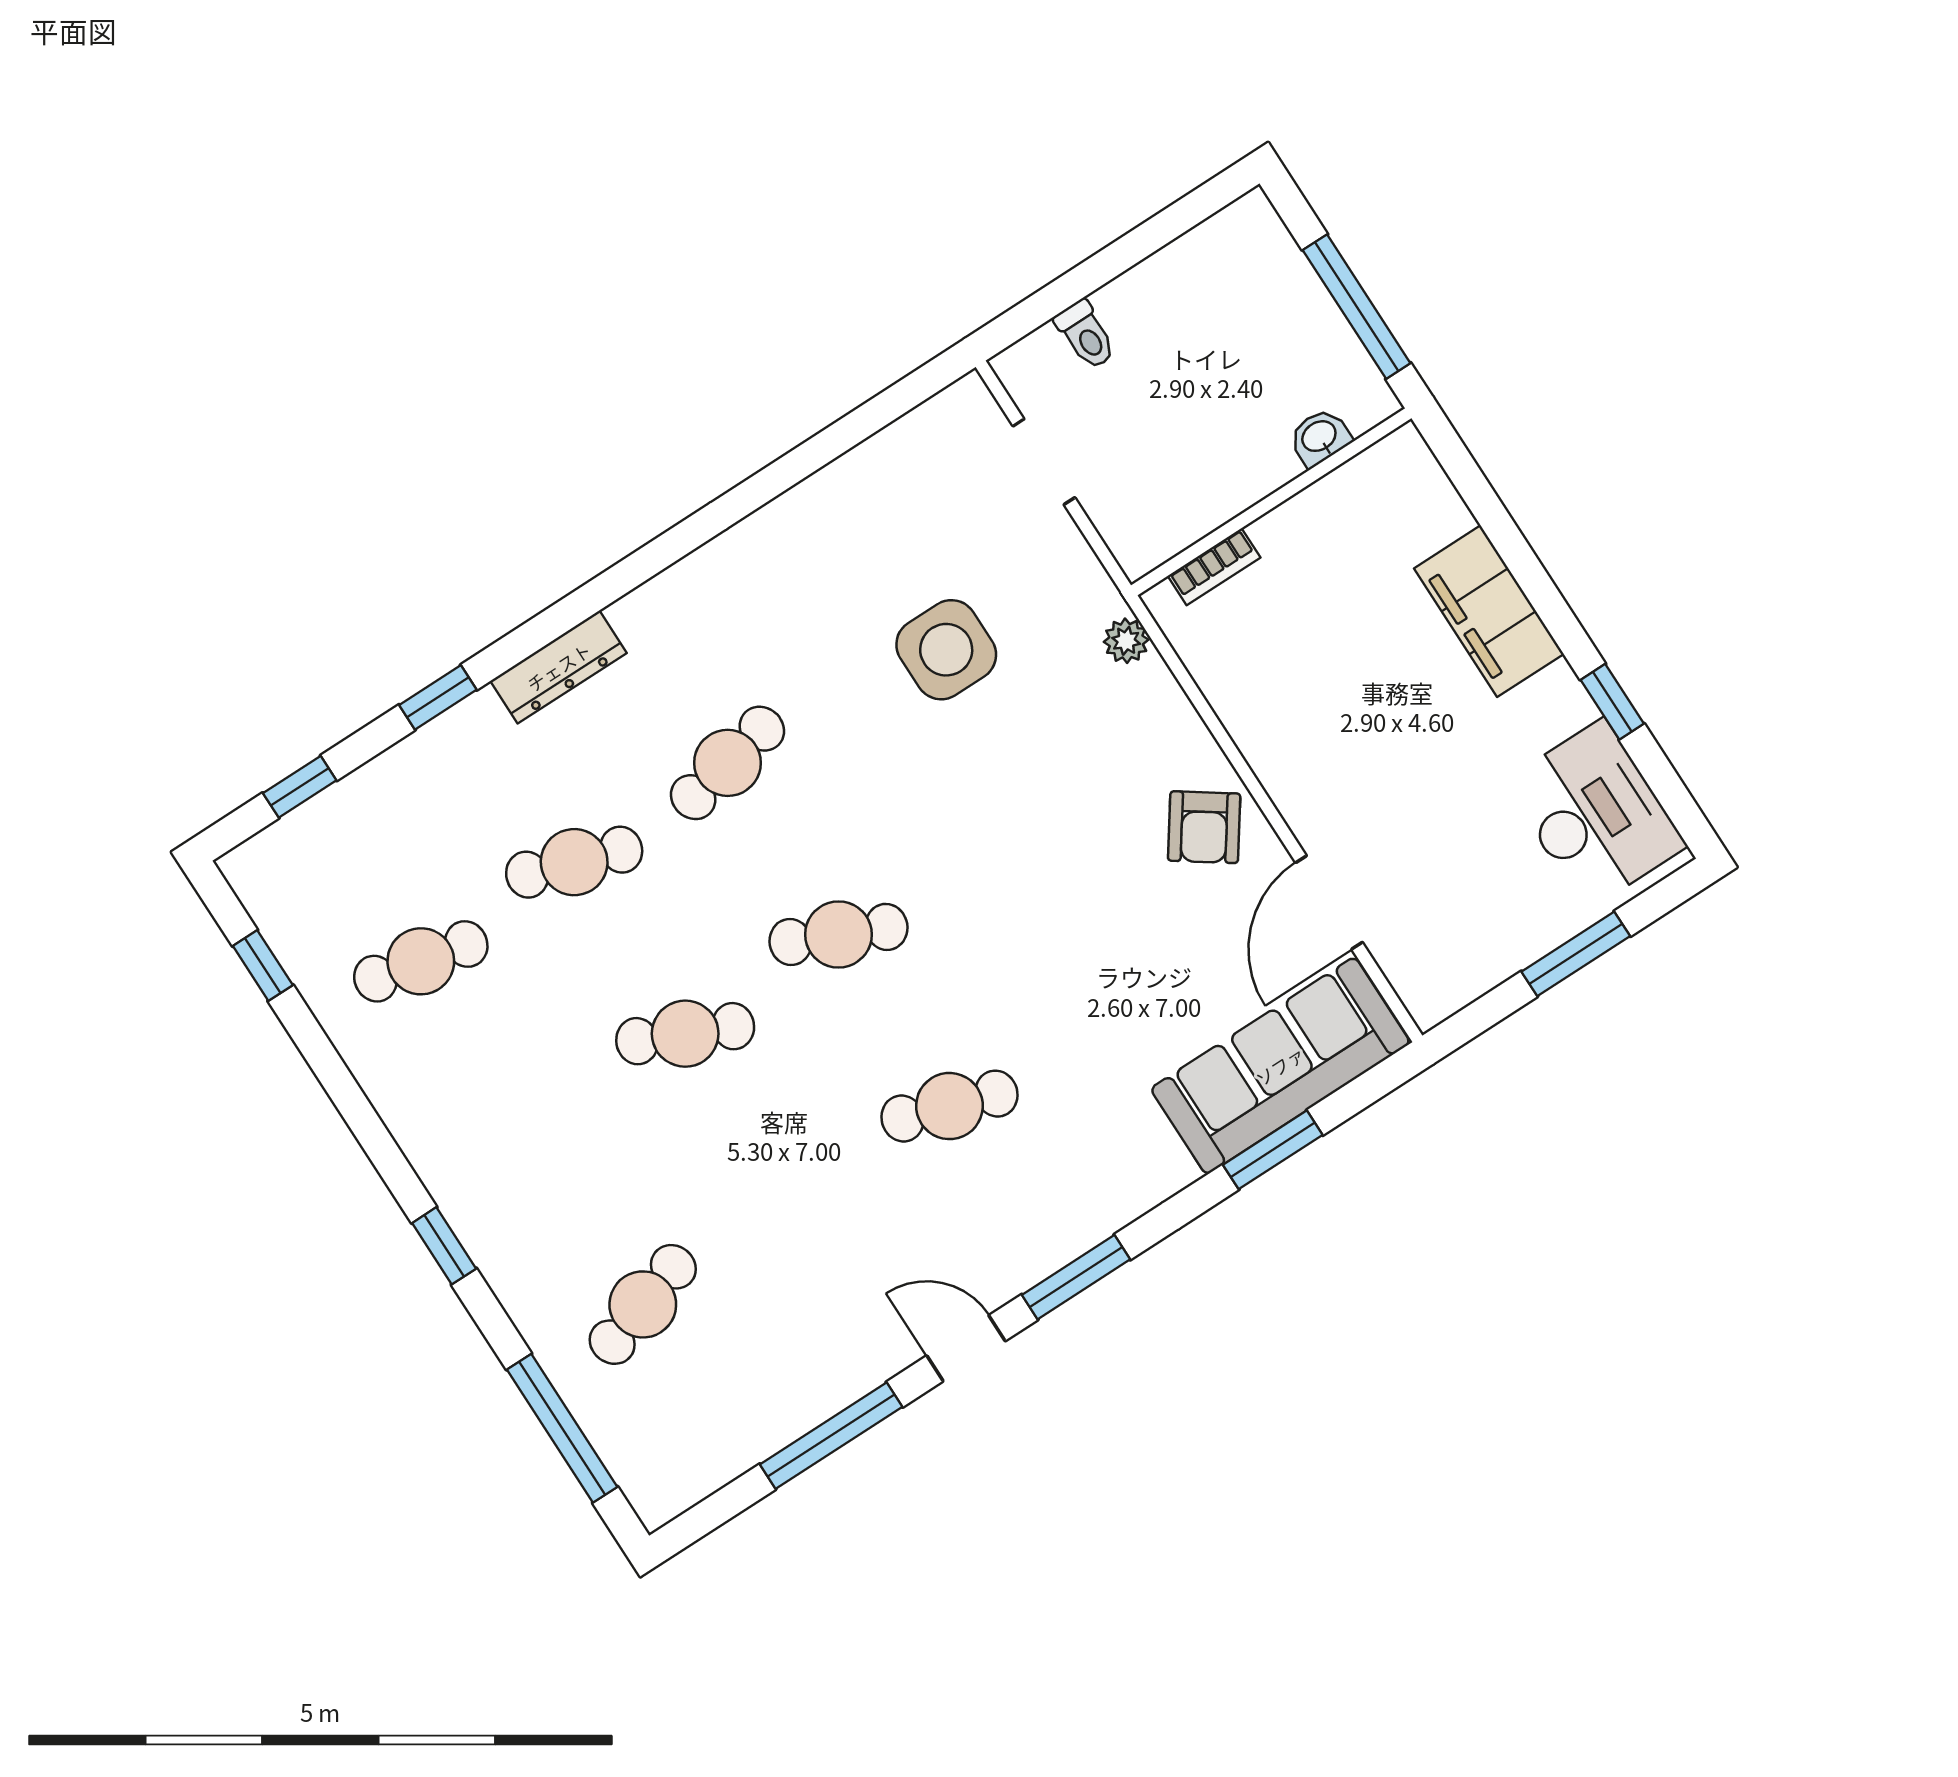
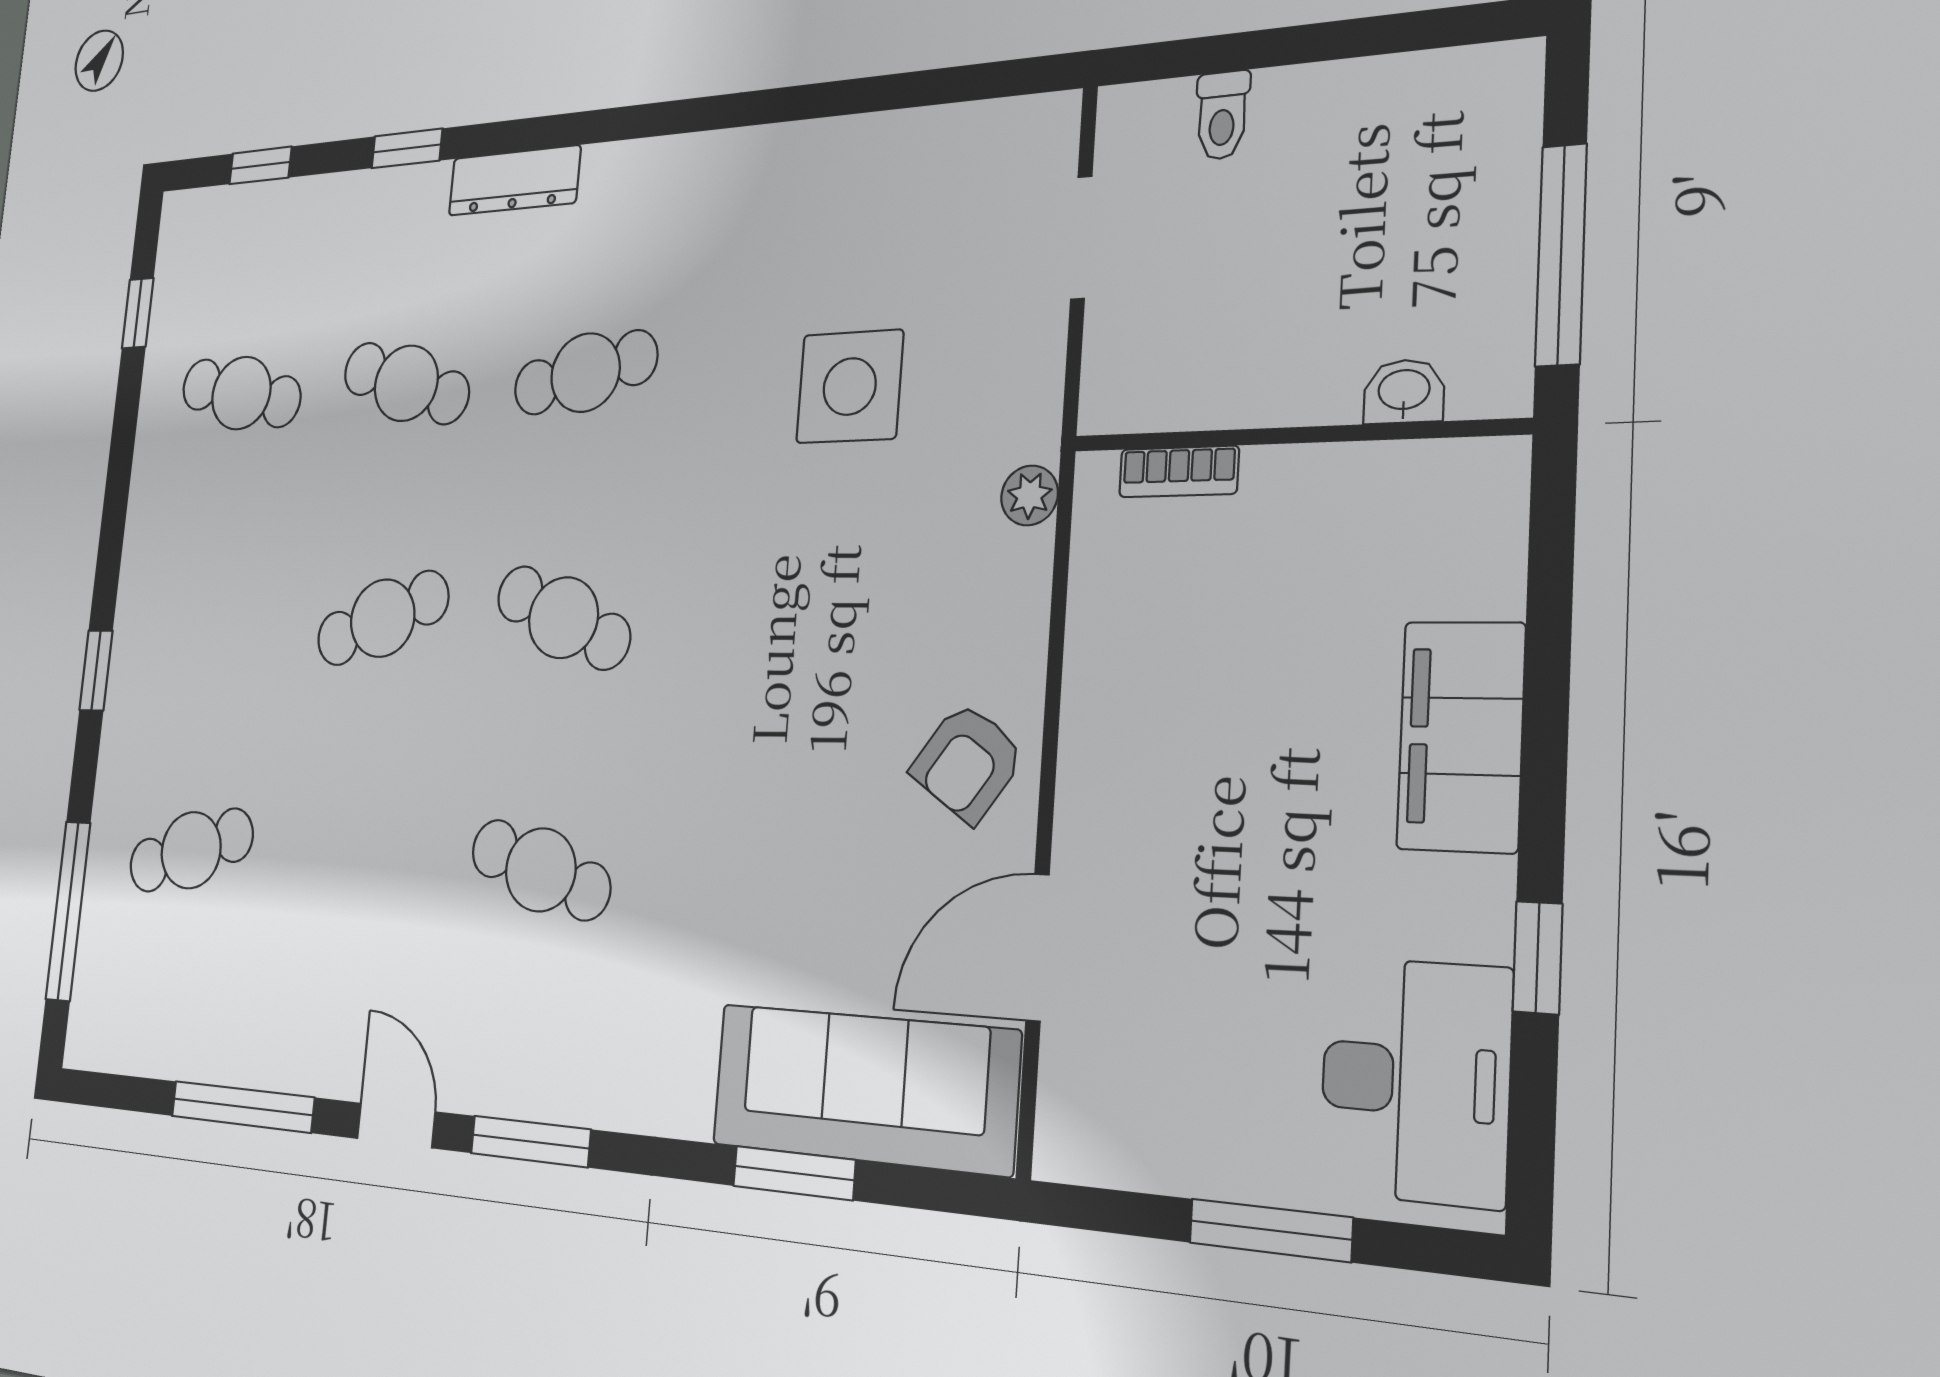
cafe table: (685, 1034) -> (383, 618), turned -45

